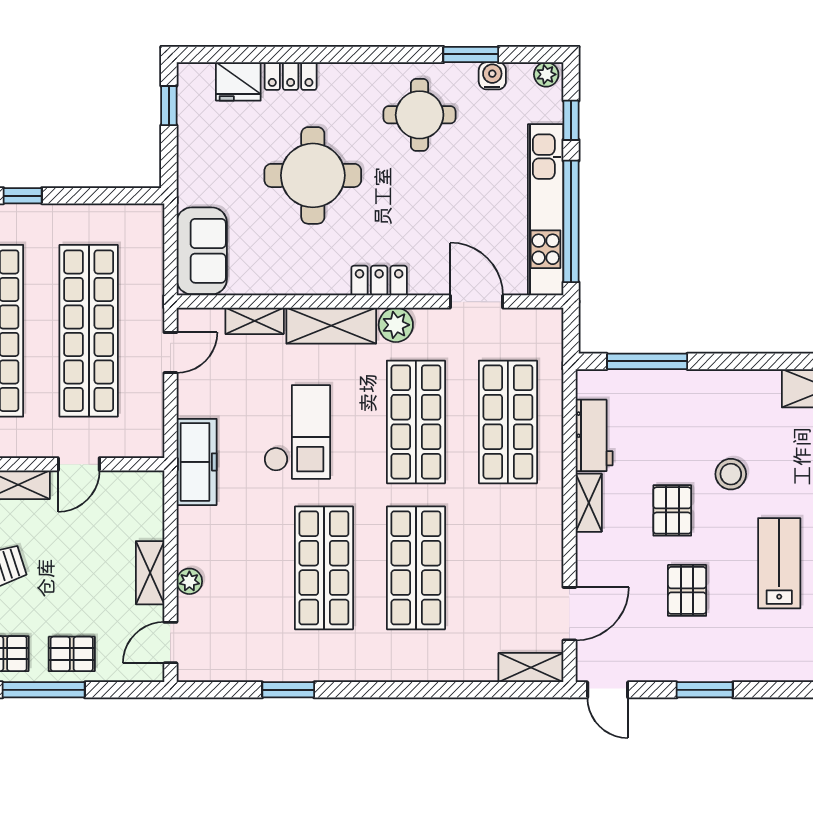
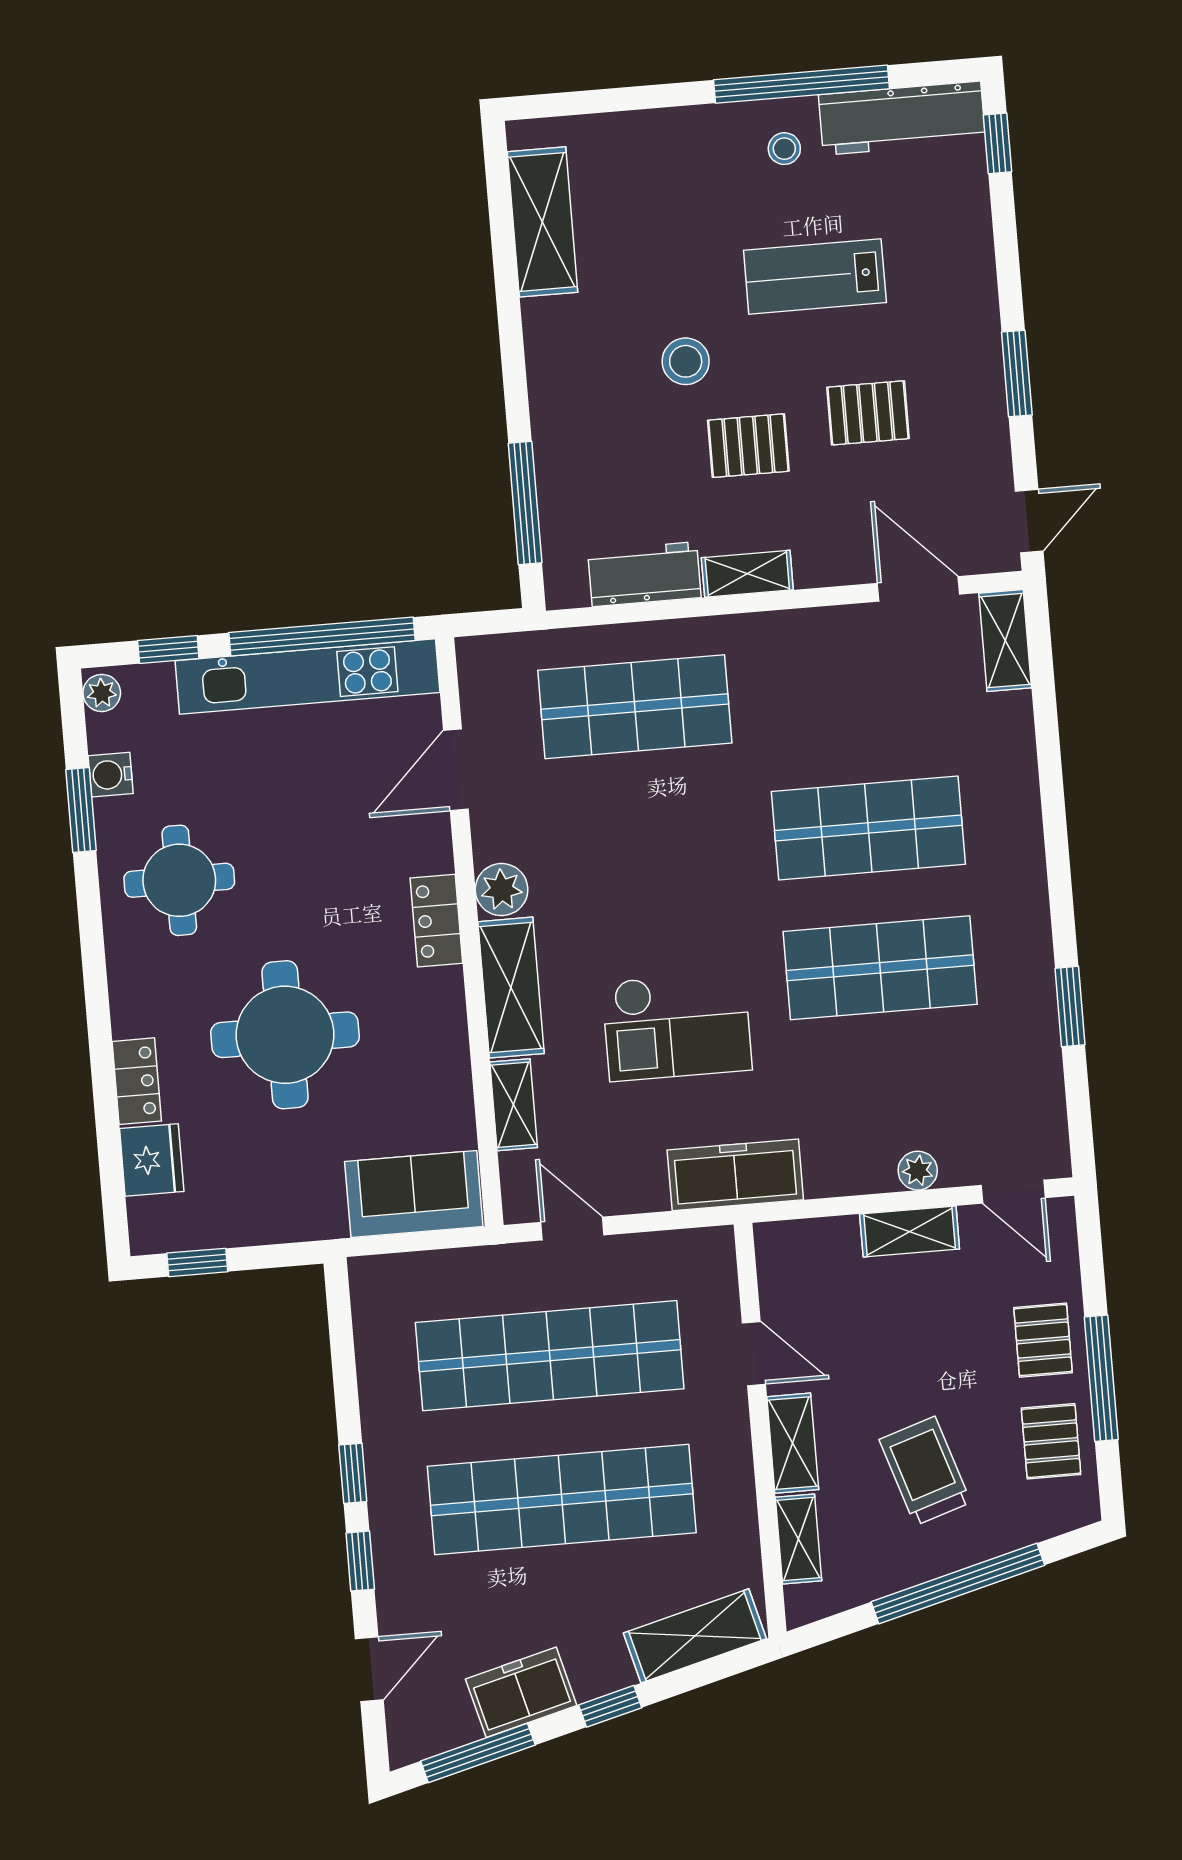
shop shelf: (416, 422) -> (647, 847), removed
checkout: (297, 432) -> (677, 1026), turned 180

